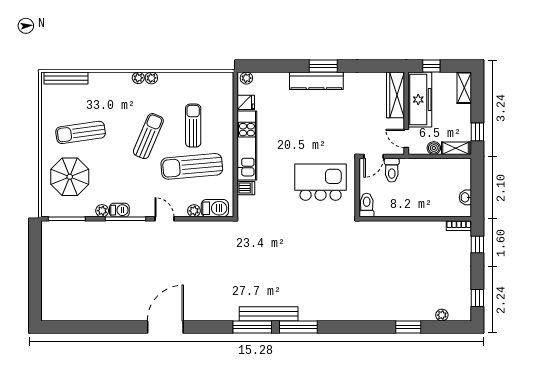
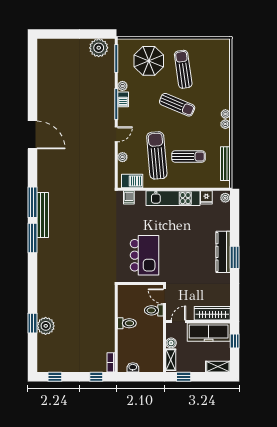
bench: (66, 78) -> (225, 164), moved
sun lounger: (148, 136) -> (177, 105), moved
dishwasher: (246, 188) -> (129, 197), moved
toilet: (367, 205) -> (127, 323), moved
barbecue: (215, 208) -> (132, 181), moved, turned -90
plant: (53, 241) -> (99, 48), added
plant: (442, 315) -> (46, 326), moved, width x1.87, depth x1.87

